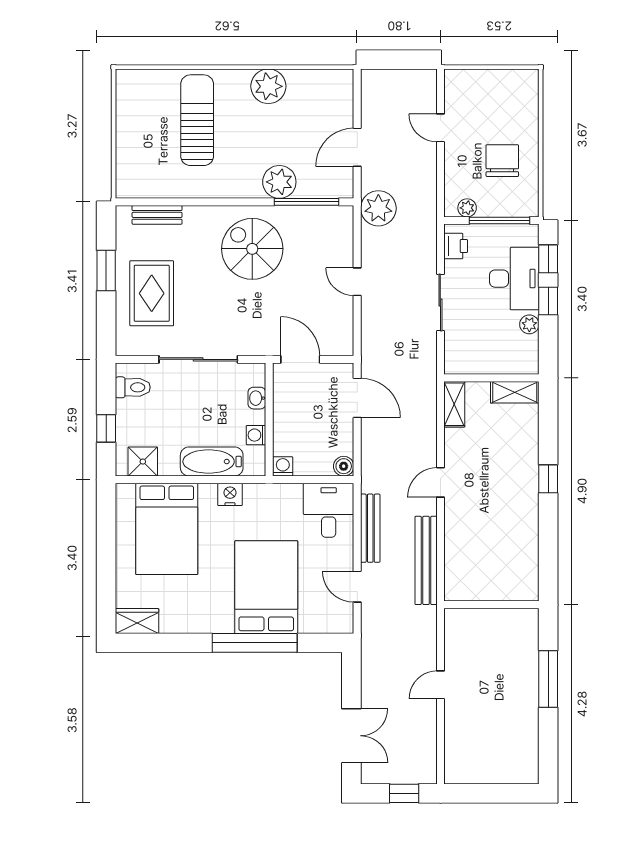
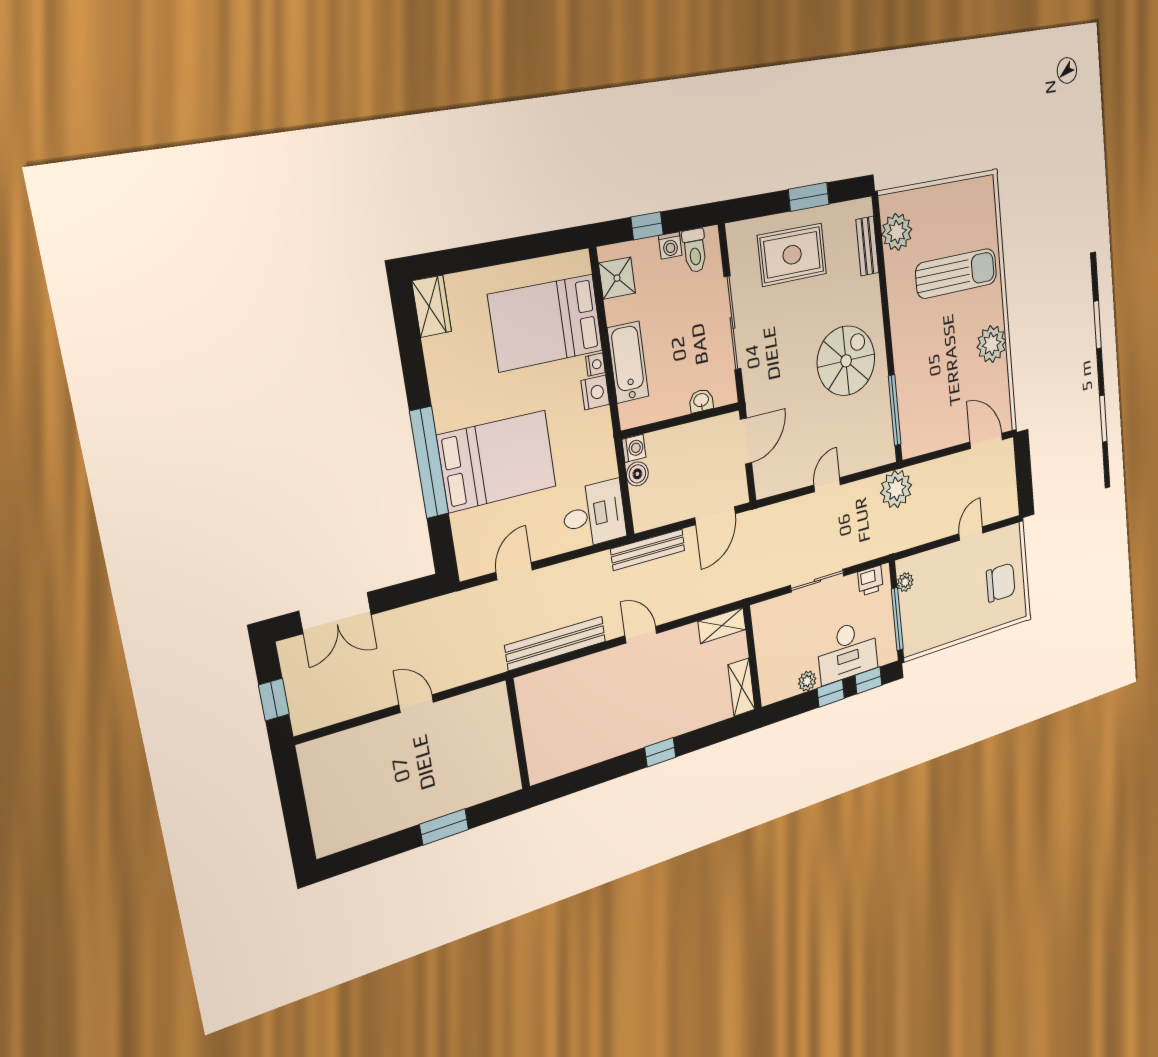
door: (357, 147) -> (986, 441), moved
chair: (502, 161) -> (1001, 583), moved
plant: (279, 182) -> (897, 232), moved
washing machine: (256, 435) -> (670, 246), moved, turned 180
boiler: (344, 466) -> (637, 474), moved
nightstand: (208, 491) -> (595, 364), added
bench: (370, 528) -> (648, 550), moved
window: (548, 679) -> (444, 827), width x0.69

